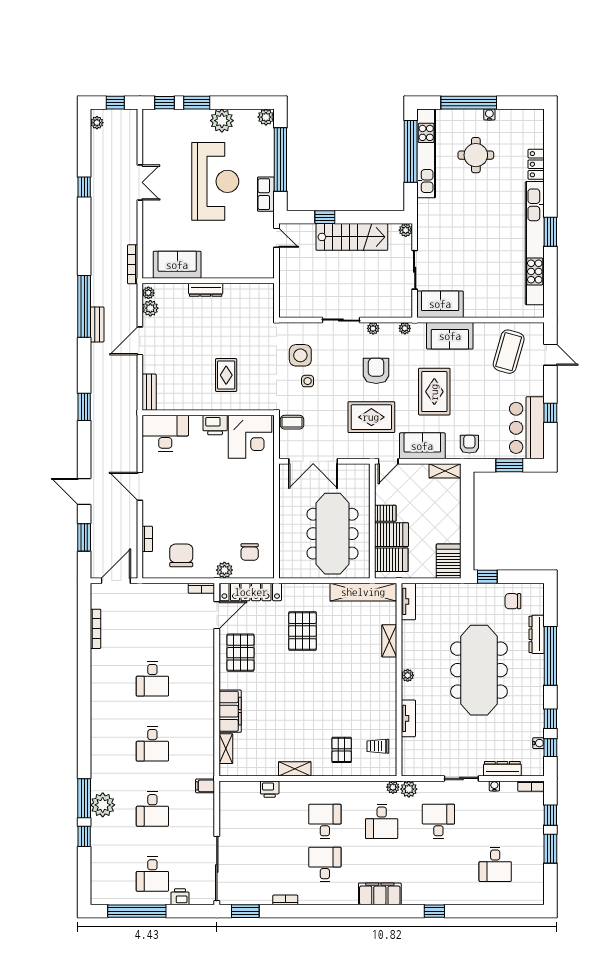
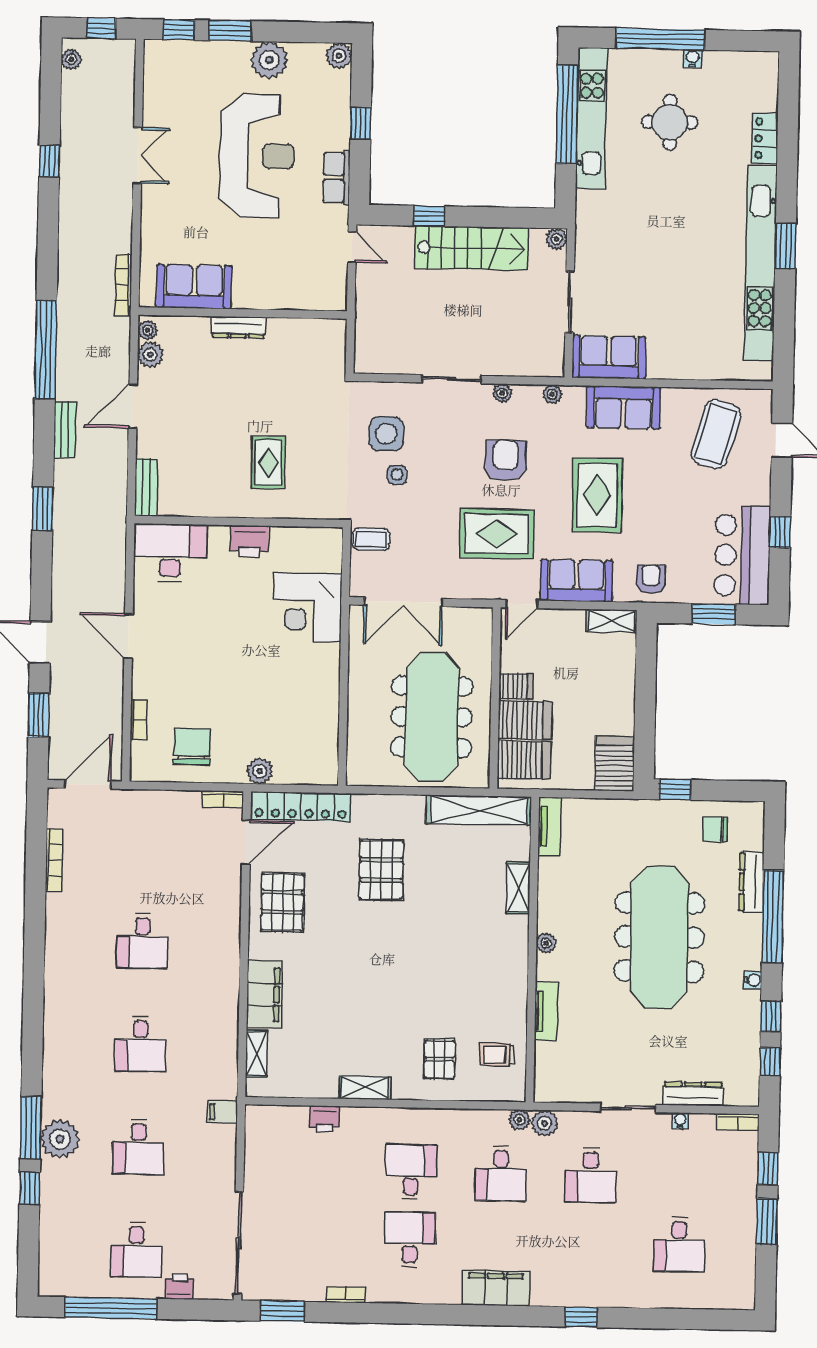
window: (280, 159) -> (361, 123), width x0.32
bench: (97, 324) -> (65, 430), moved
corner desk: (250, 437) -> (307, 607), moved, turned 90
chair: (250, 552) -> (300, 743), removed
water cooler: (539, 743) -> (753, 980), moved
desk: (438, 821) -> (591, 1175), turned 180

